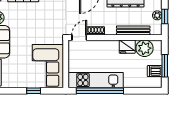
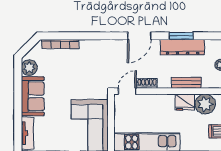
bench: (133, 30) -> (186, 83), width x0.73

